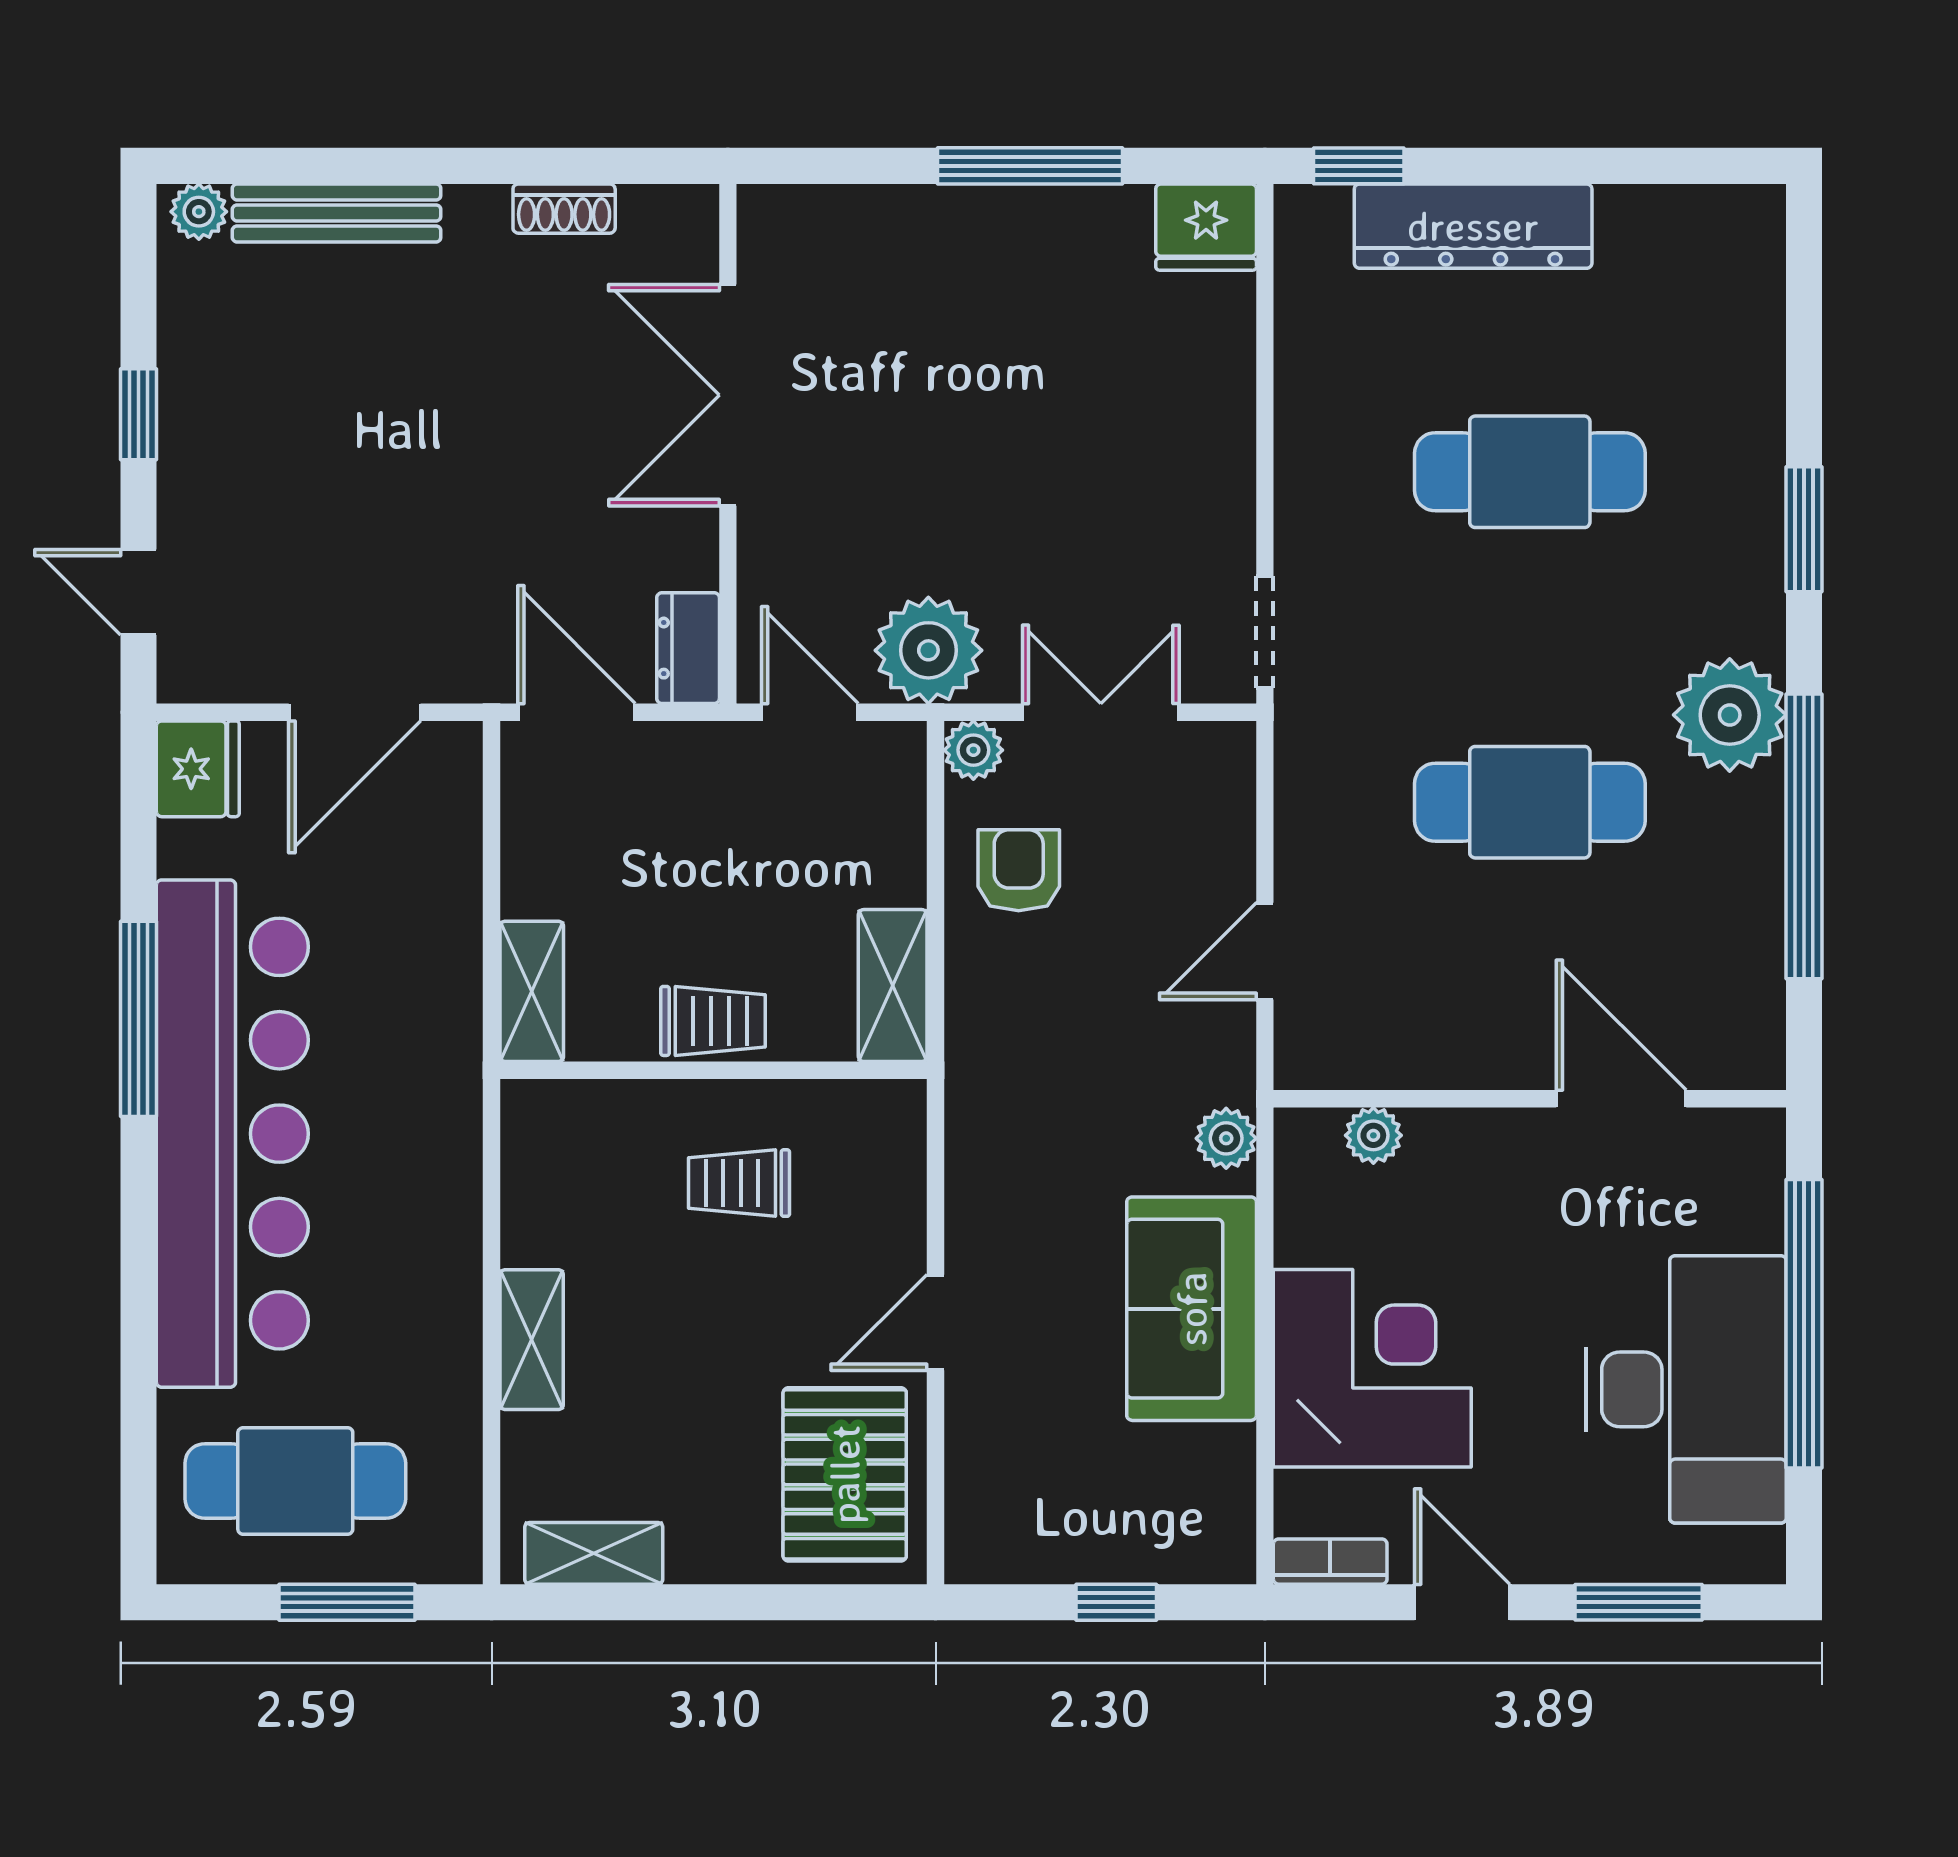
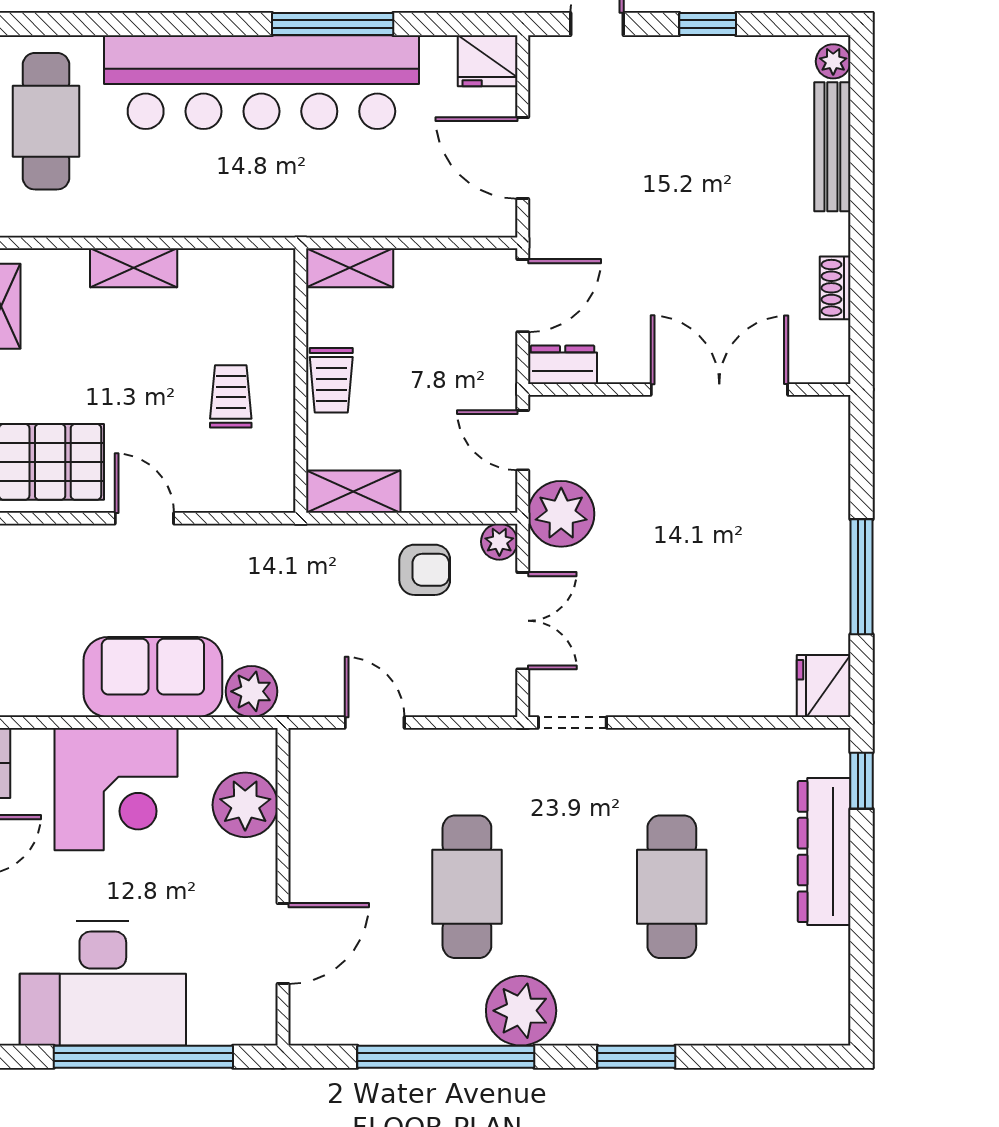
door: (810, 712) -> (523, 440), swing flipped
plant: (1373, 1135) -> (245, 805), width x1.88, depth x1.88
plant: (1226, 1138) -> (251, 691), width x1.38, depth x1.38

